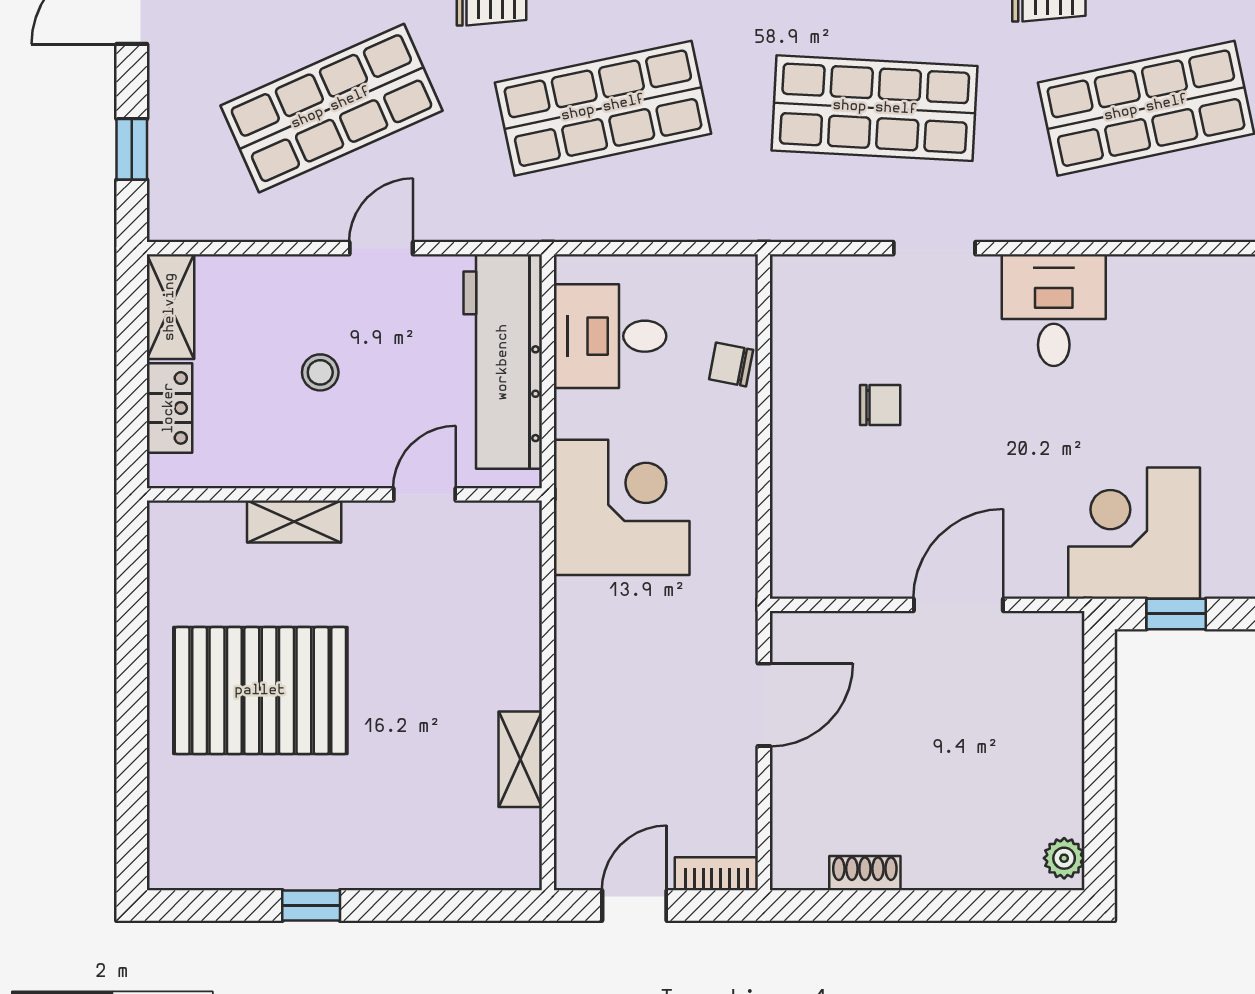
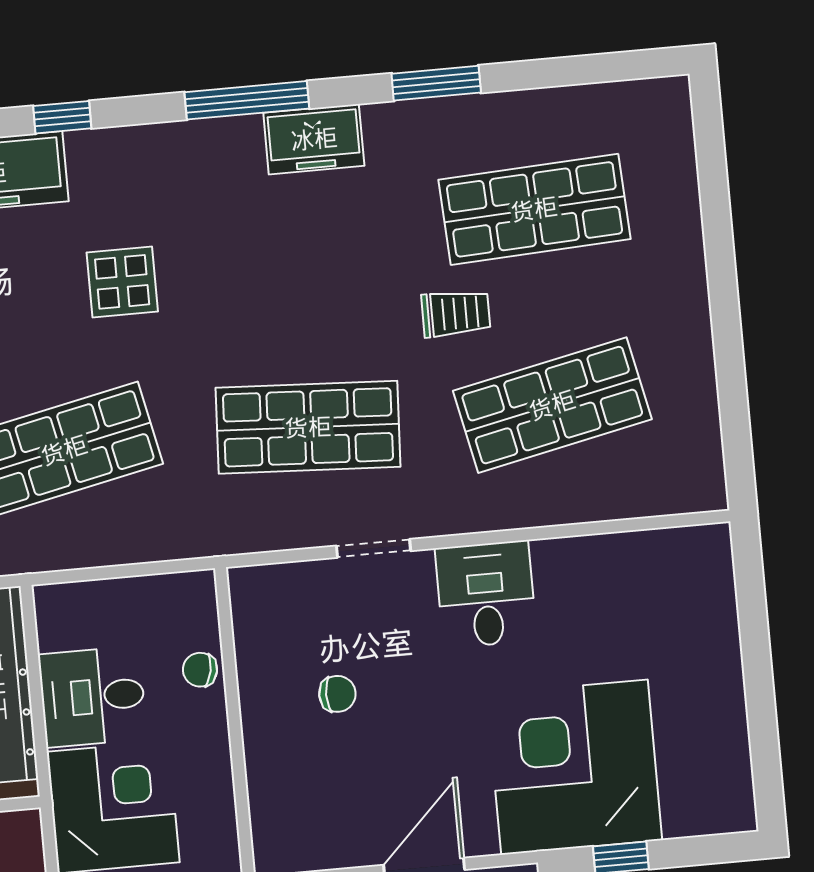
desk: (610, 336) -> (93, 697), moved
corner desk: (1134, 533) -> (574, 767), width x1.36, depth x1.36

